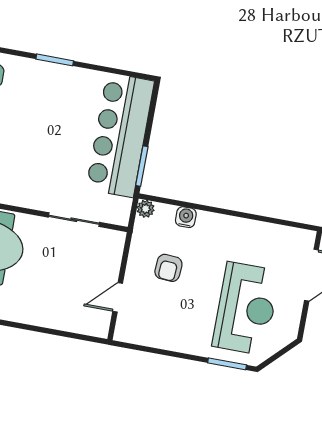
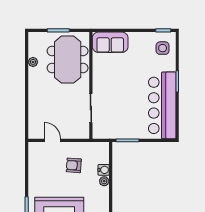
bar counter: (120, 135) -> (162, 105), moved, turned -90
plant: (146, 209) -> (104, 181), moved

